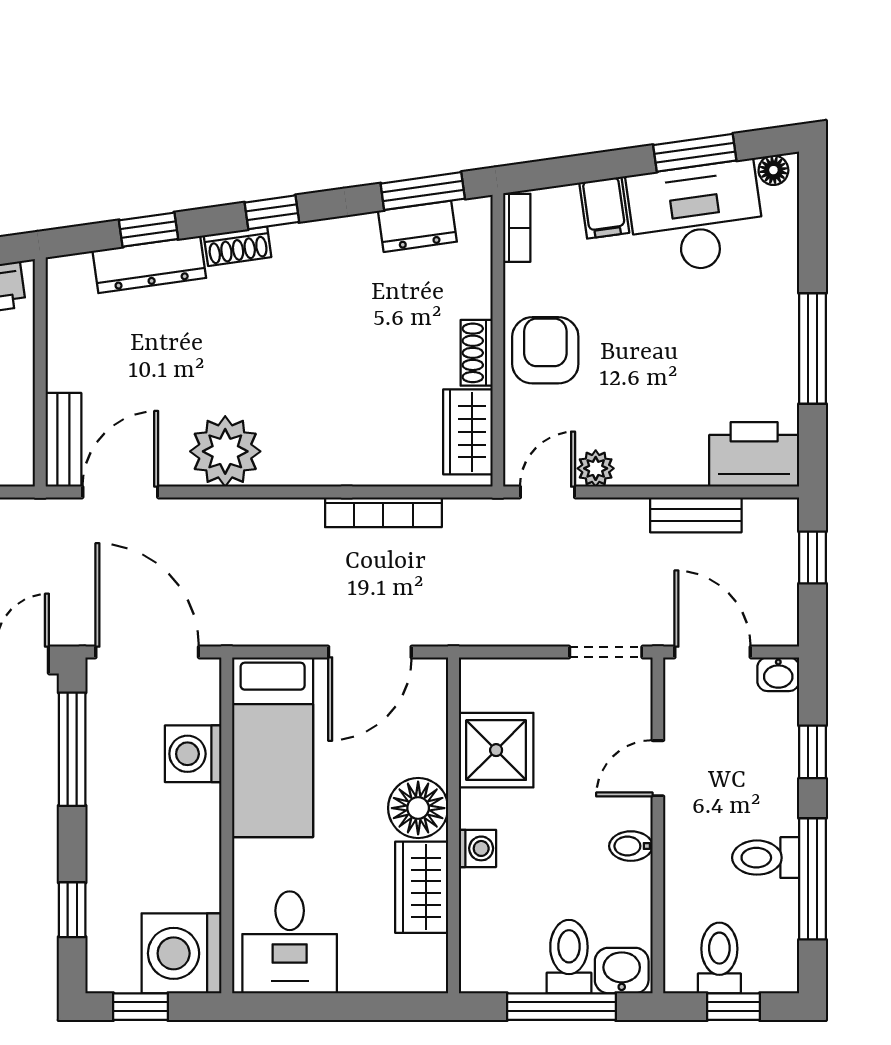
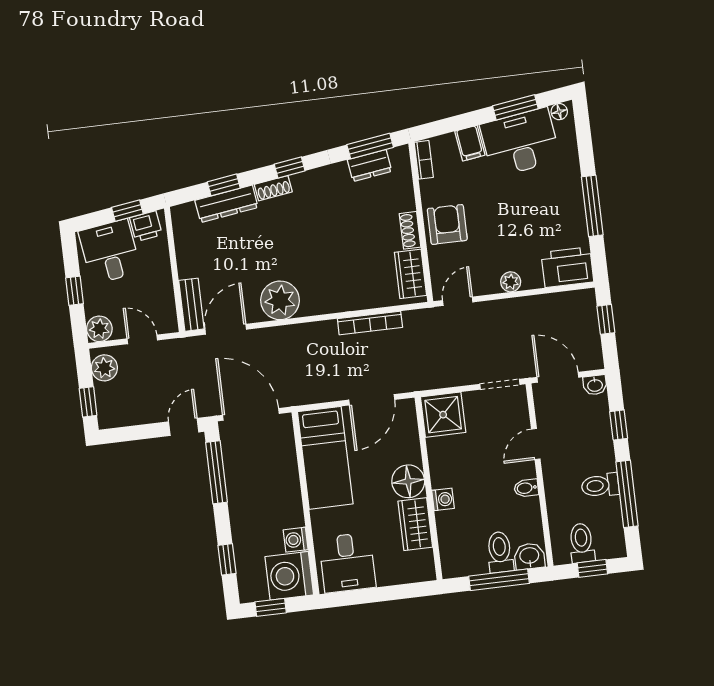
plant: (596, 468) -> (511, 282), moved
bench: (696, 515) -> (540, 304), removed
shower: (496, 750) -> (443, 415), moved
washing machine: (193, 754) -> (296, 540), moved, width x0.73, depth x0.73

